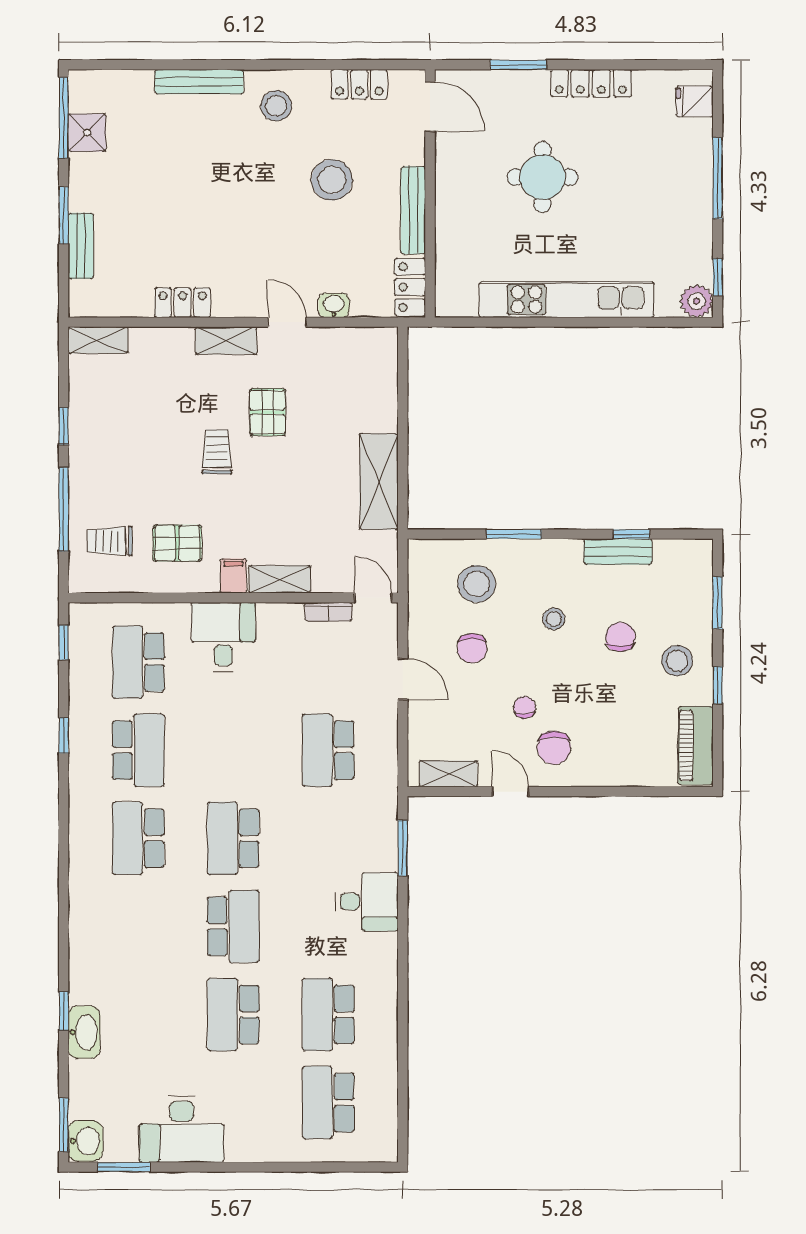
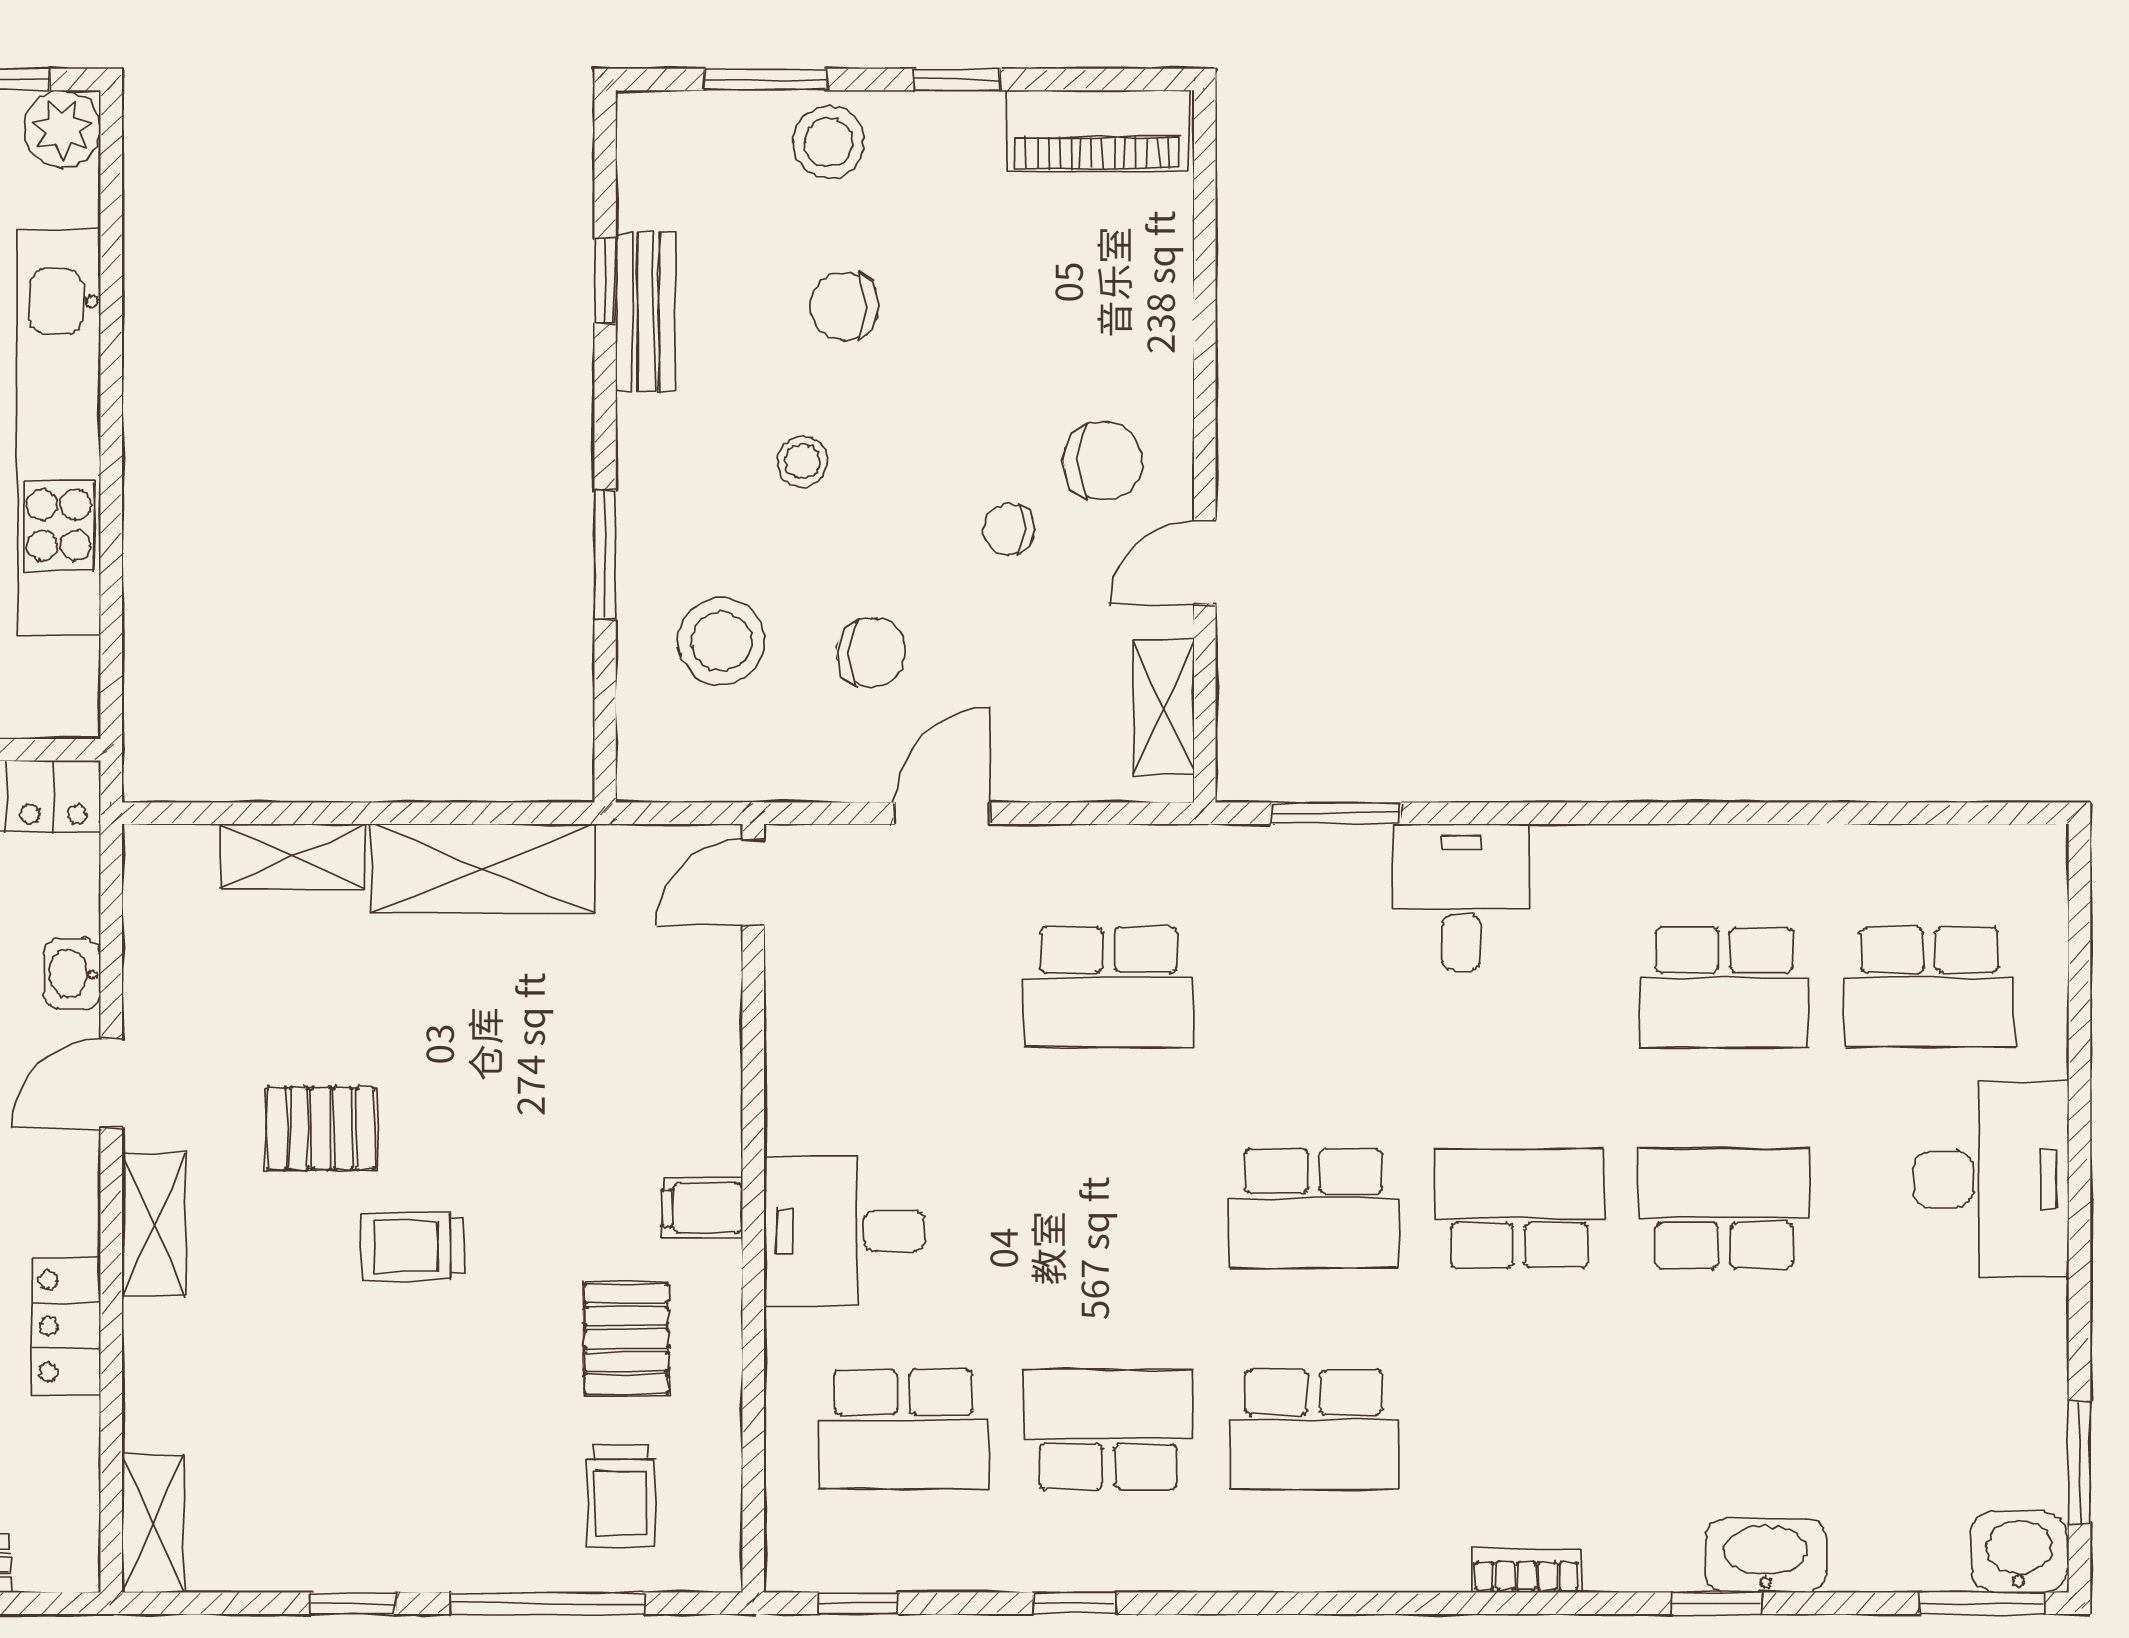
shelving: (280, 579) -> (293, 856), moved, turned 90
bookcase: (328, 612) -> (1527, 1571), moved, turned -90
stool: (677, 661) -> (829, 142), moved
school desk: (233, 1014) -> (1724, 1208), turned 180
desk: (182, 1129) -> (1992, 1179), moved

